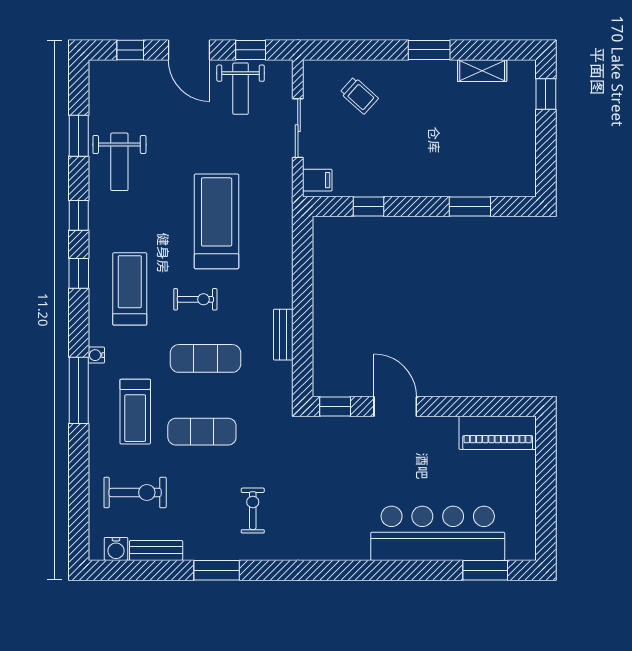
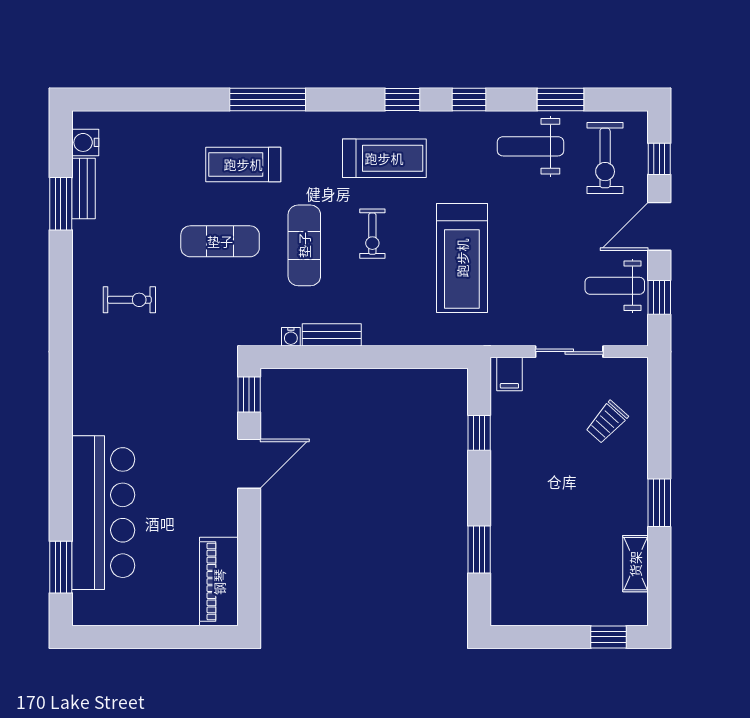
treadmill: (217, 221) -> (462, 258), turned 90
water cooler: (96, 355) -> (291, 337), moved, turned 180
exercise mat: (202, 432) -> (220, 241), turned 90
exercise bike: (135, 493) -> (605, 158), moved
window: (217, 570) -> (61, 204), moved

